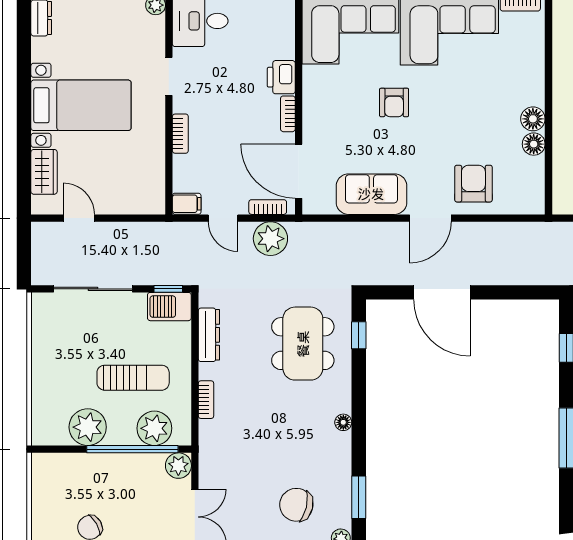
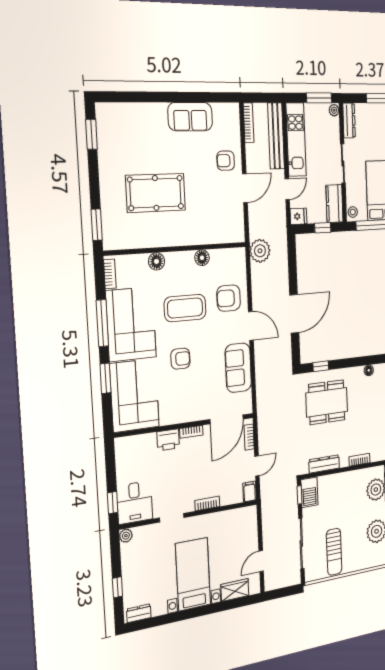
coffee table: (465, 114) -> (185, 308), added
floor lamp: (533, 119) -> (157, 261), moved
plant: (270, 239) -> (260, 251), moved
sun lounger: (133, 378) -> (334, 552), moved, turned 180

